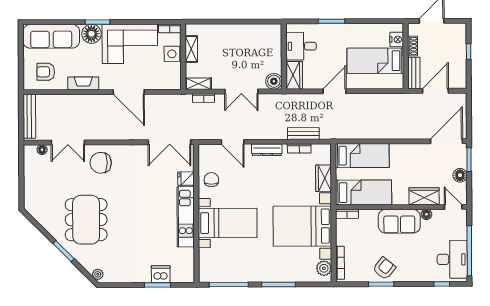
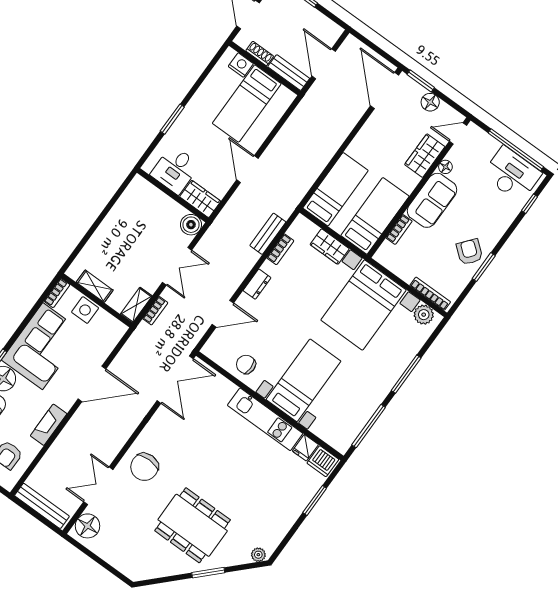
double door: (68, 142) -> (98, 486), swing flipped
floor lamp: (42, 150) -> (88, 526), width x1.89, depth x1.89
dresser: (267, 150) -> (257, 284), width x0.70
fridge: (186, 179) -> (305, 448), moved
bookcase: (347, 214) -> (399, 229), moved
dishwasher: (161, 274) -> (323, 461), moved, turned -90

